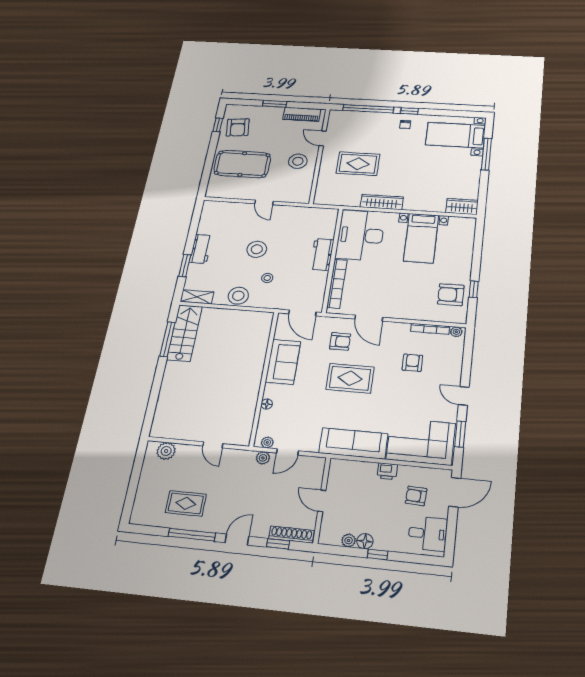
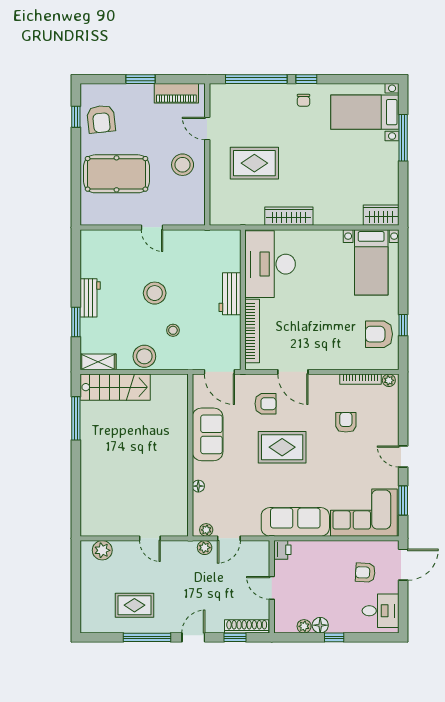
bed with nightstands: (421, 238) -> (371, 262), moved
stairs: (185, 333) -> (115, 387), moved, turned 90
printer: (387, 471) -> (282, 550), moved, turned -90

